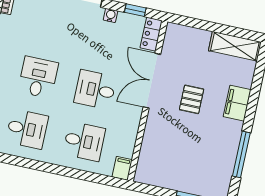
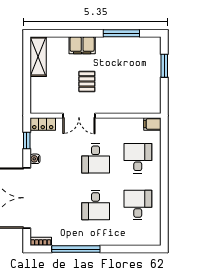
desk: (38, 77) -> (96, 205), turned -90
double door: (152, 81) -> (79, 116), width x0.73
pallet: (192, 99) -> (87, 81), turned 90

